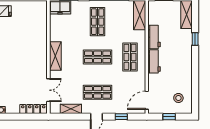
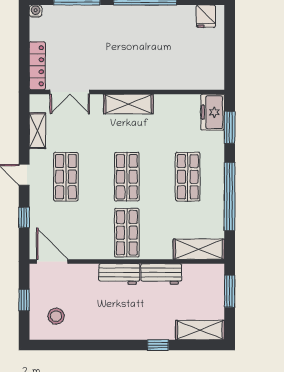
shop shelf: (98, 22) -> (188, 177), turned 90
shop shelf: (130, 57) -> (127, 233), turned 90

